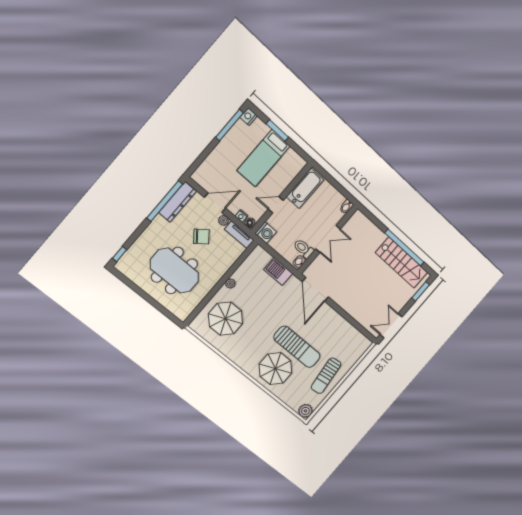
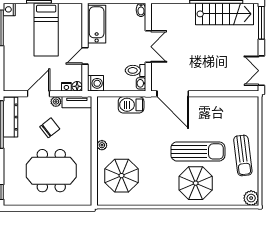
window: (421, 291) -> (261, 23), width x1.44

